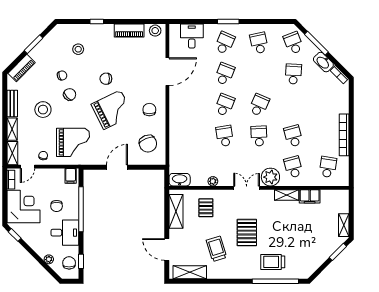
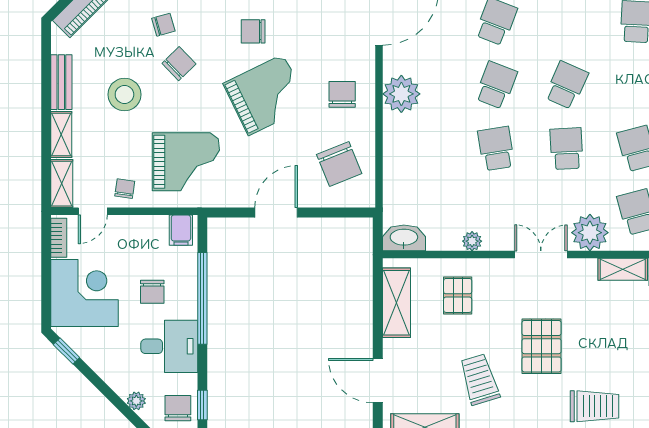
plant: (178, 109) -> (401, 94), added
trolley: (273, 262) -> (595, 406), turned 180

